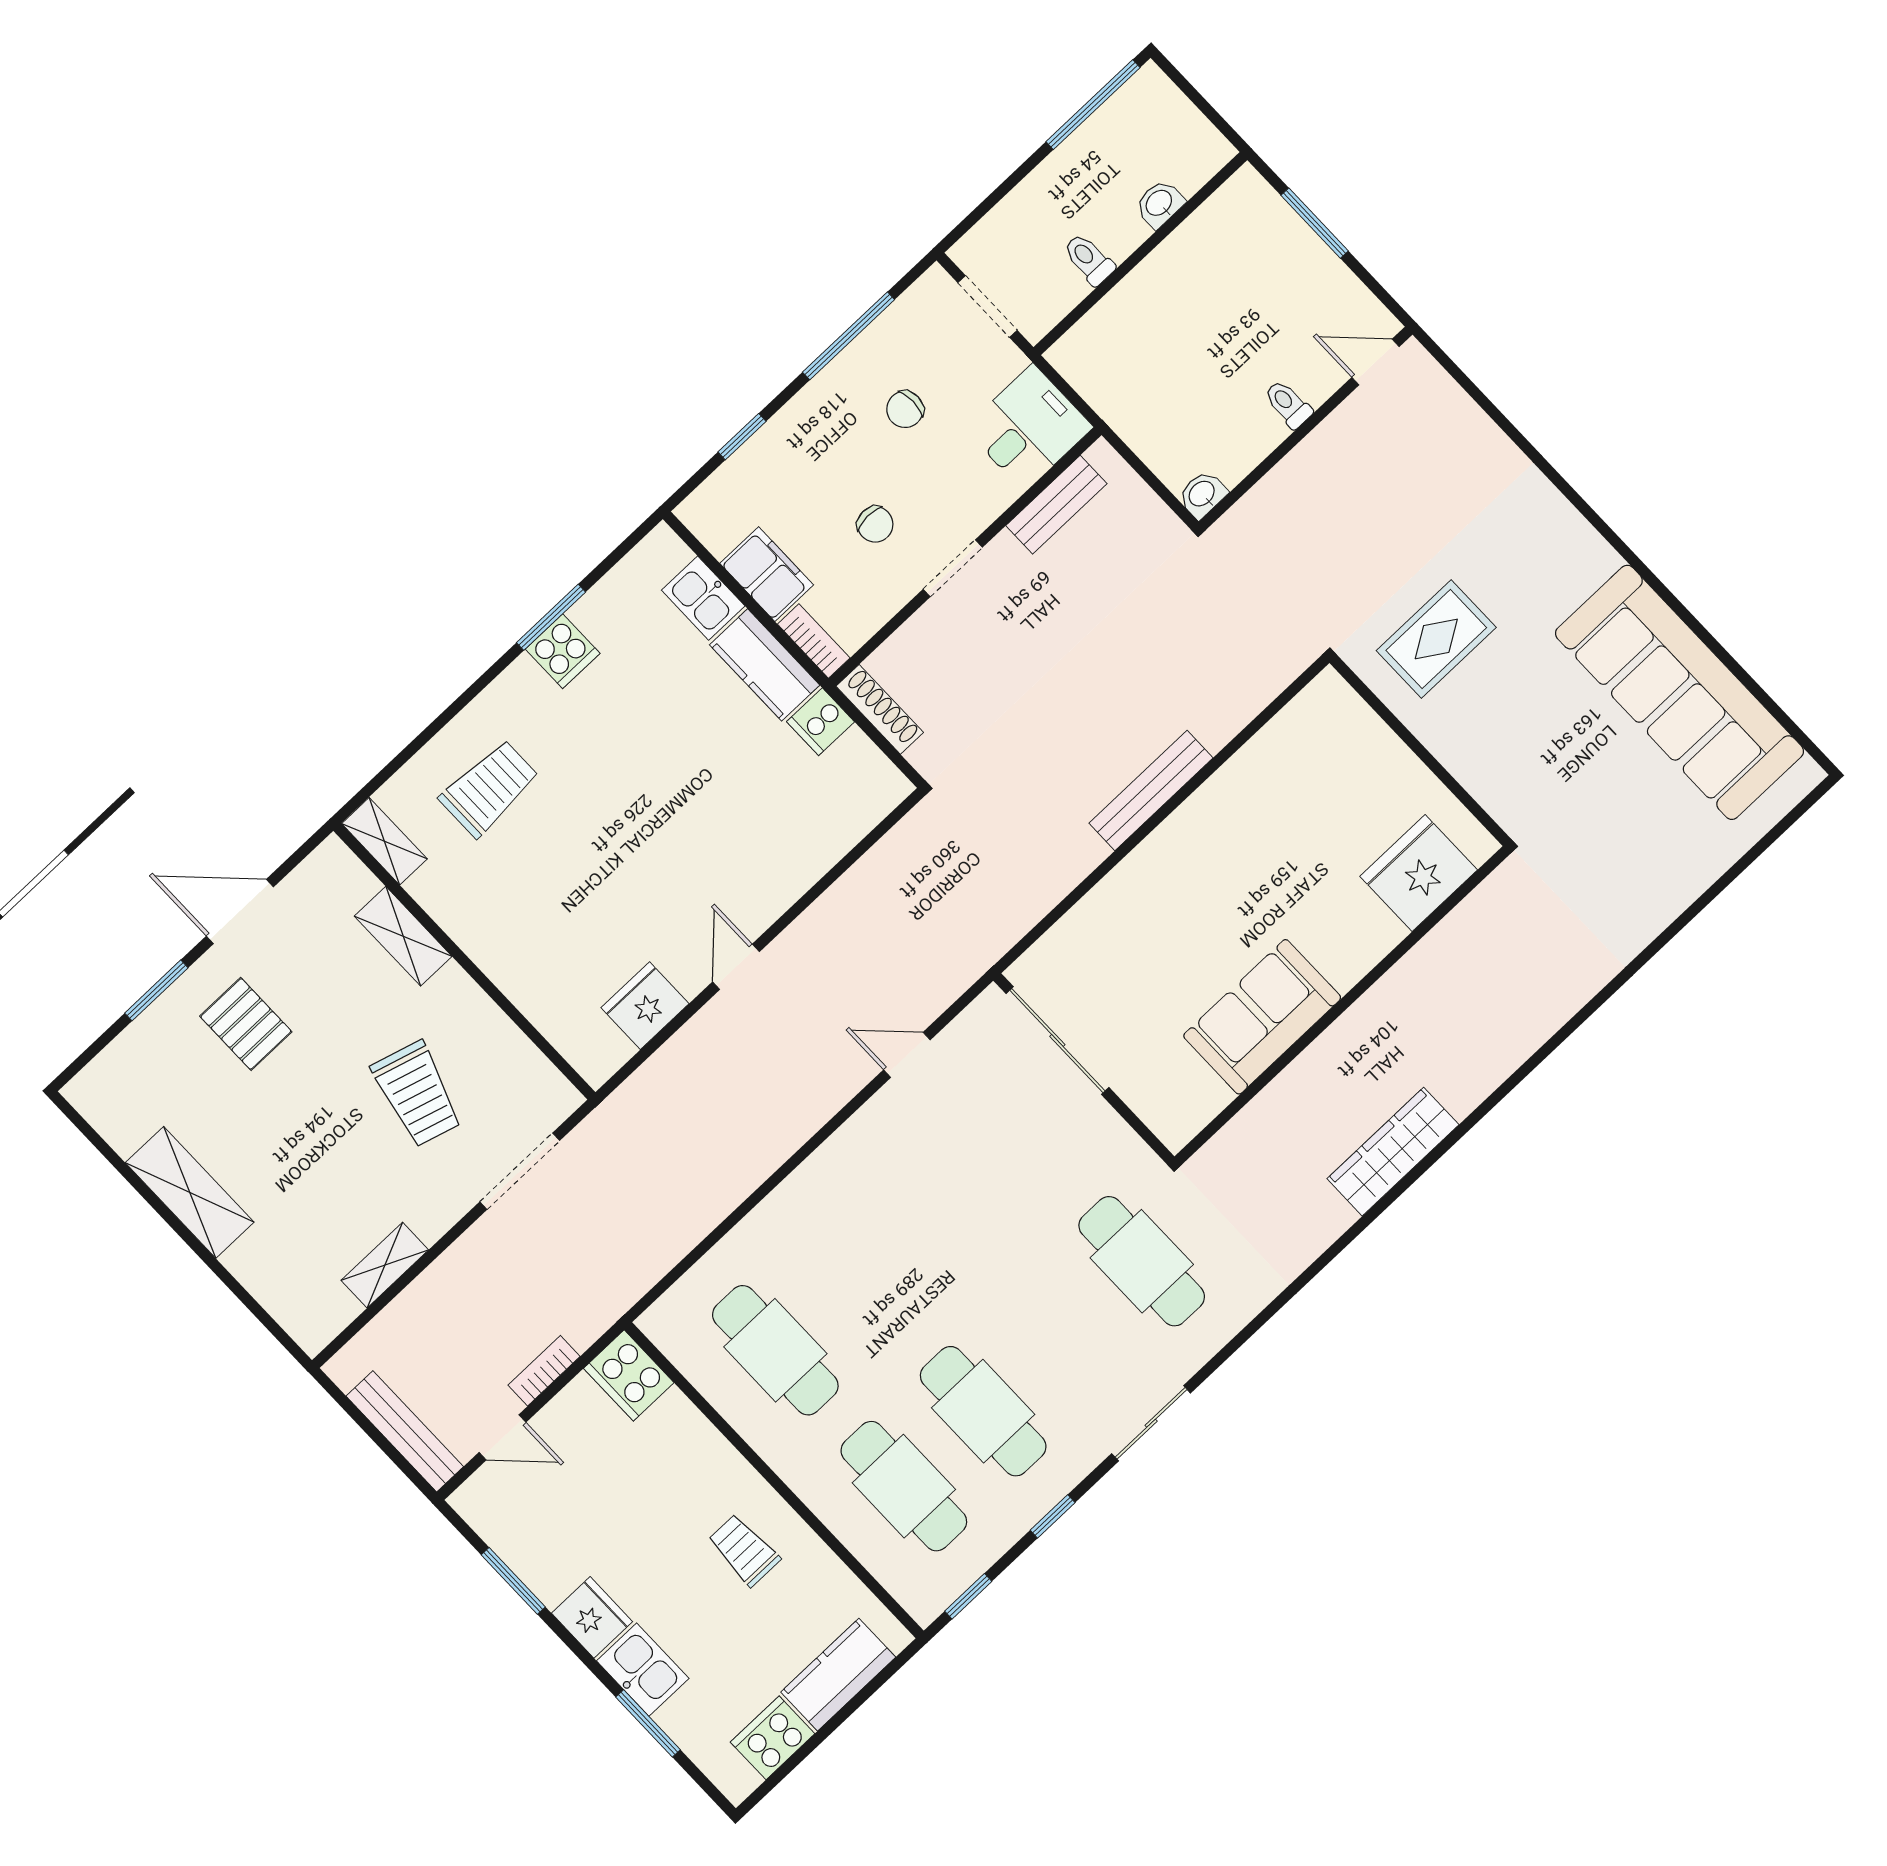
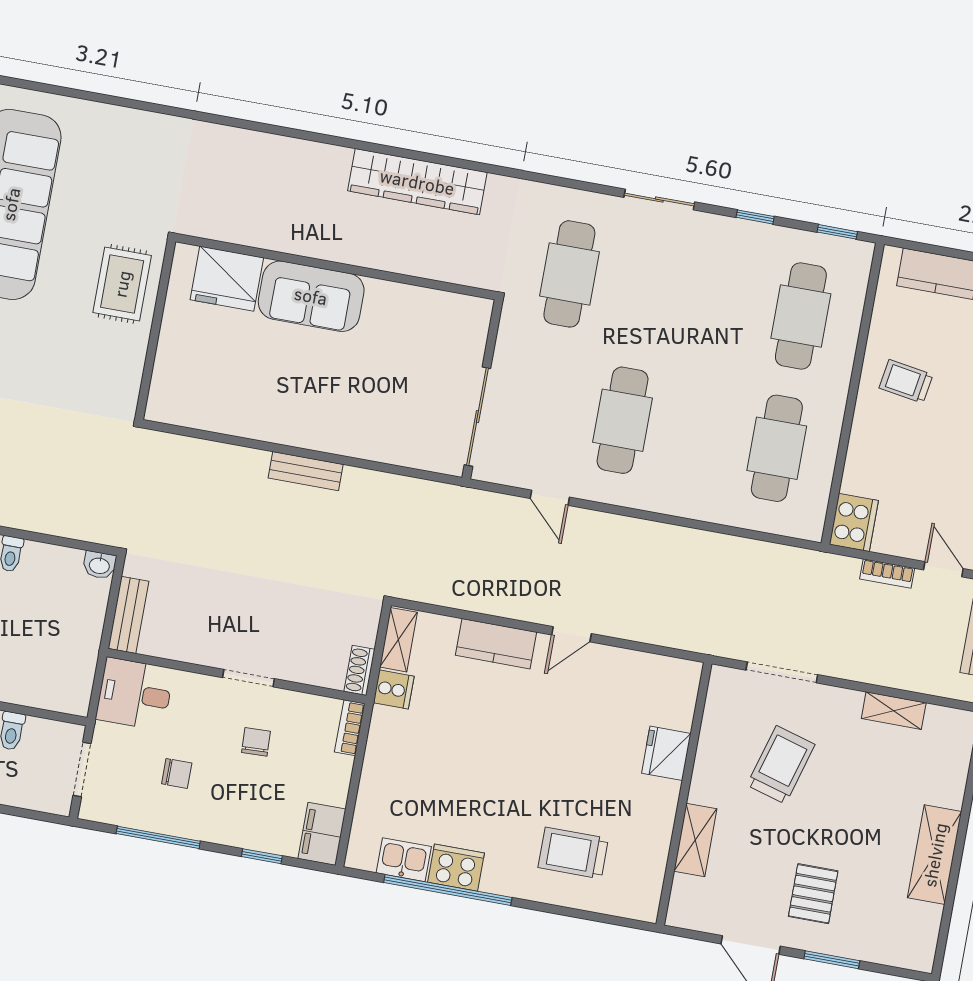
bench: (1056, 505) -> (128, 615), moved, turned 90
filing cabinet: (767, 574) -> (322, 834), moved
kitchen sink: (703, 598) -> (404, 860), moved, turned -90
window: (551, 617) -> (448, 890), width x2.11
rug: (1436, 639) -> (122, 284), moved, turned 90
cooker: (563, 651) -> (456, 868), width x1.36
kitchen counter: (765, 665) -> (496, 644), moved, turned 90
shoe rack: (880, 709) -> (359, 670), width x0.70
bench: (1151, 791) -> (306, 471), width x0.73
shelving: (384, 841) -> (399, 640), moved
fridge: (645, 1006) -> (666, 753), moved, turned 90
sofa: (1262, 1017) -> (311, 296), moved
wardrobe: (1393, 1152) -> (417, 182), width x1.40, depth x1.17
cafe table: (983, 1411) -> (623, 420), moved
trolley: (744, 1550) -> (906, 381), turned 99

